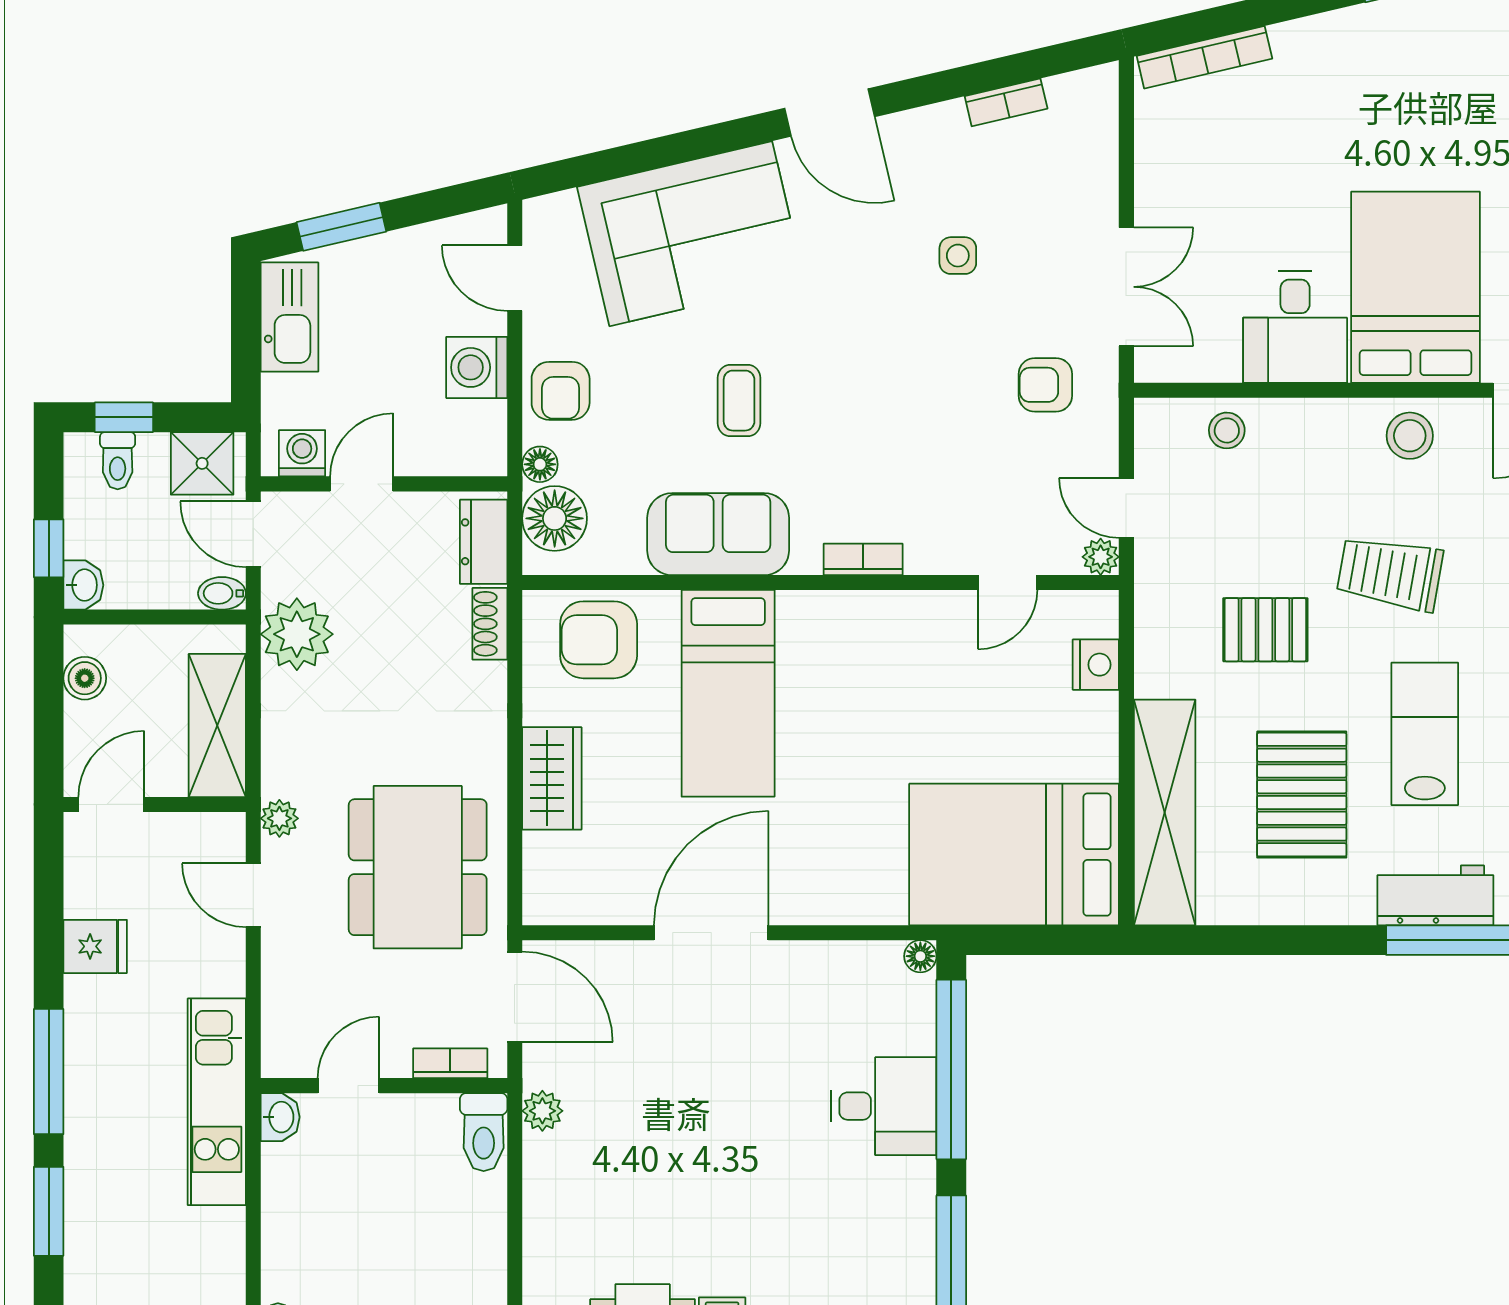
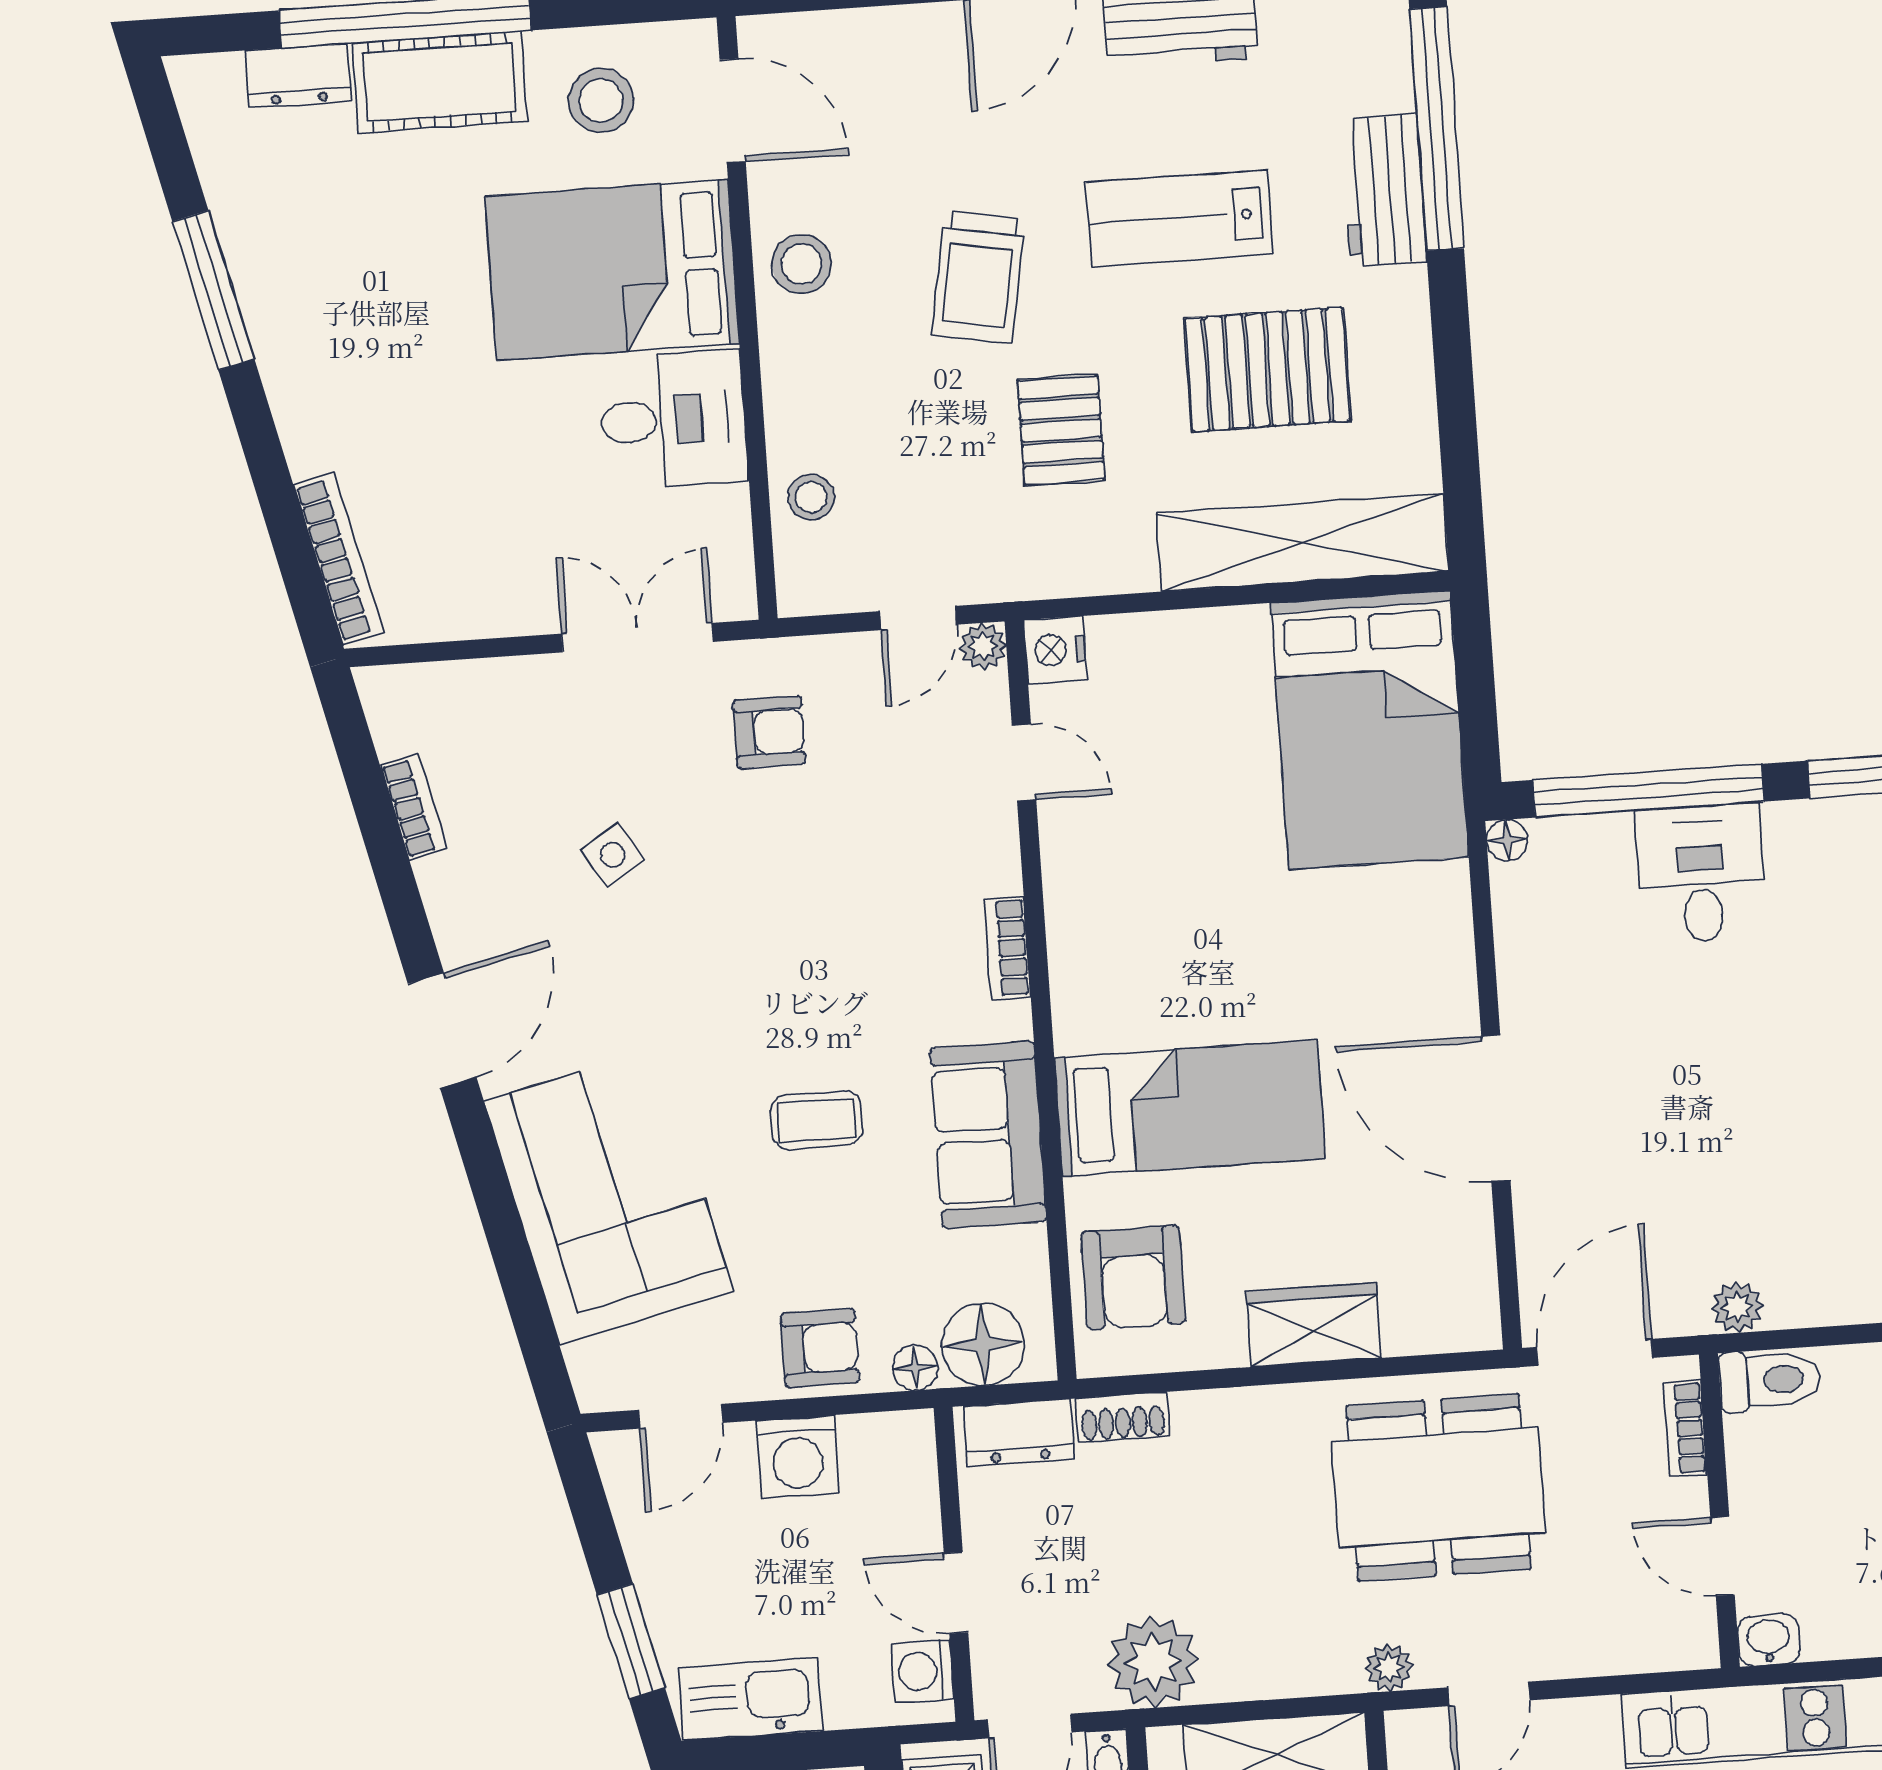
side table: (958, 256) -> (613, 855), turned -32
armchair: (1045, 385) -> (769, 732), turned -90
nightstand: (1096, 665) -> (1055, 650), moved, turned -90

